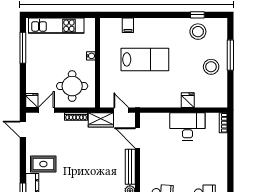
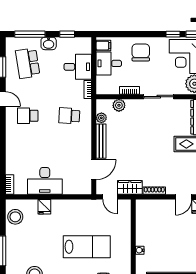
lab bench: (145, 59) -> (87, 247), turned 180
stool: (211, 67) -> (15, 217), moved
round table: (72, 86) -> (158, 221), removed
door: (138, 138) -> (94, 170), hinge flipped

